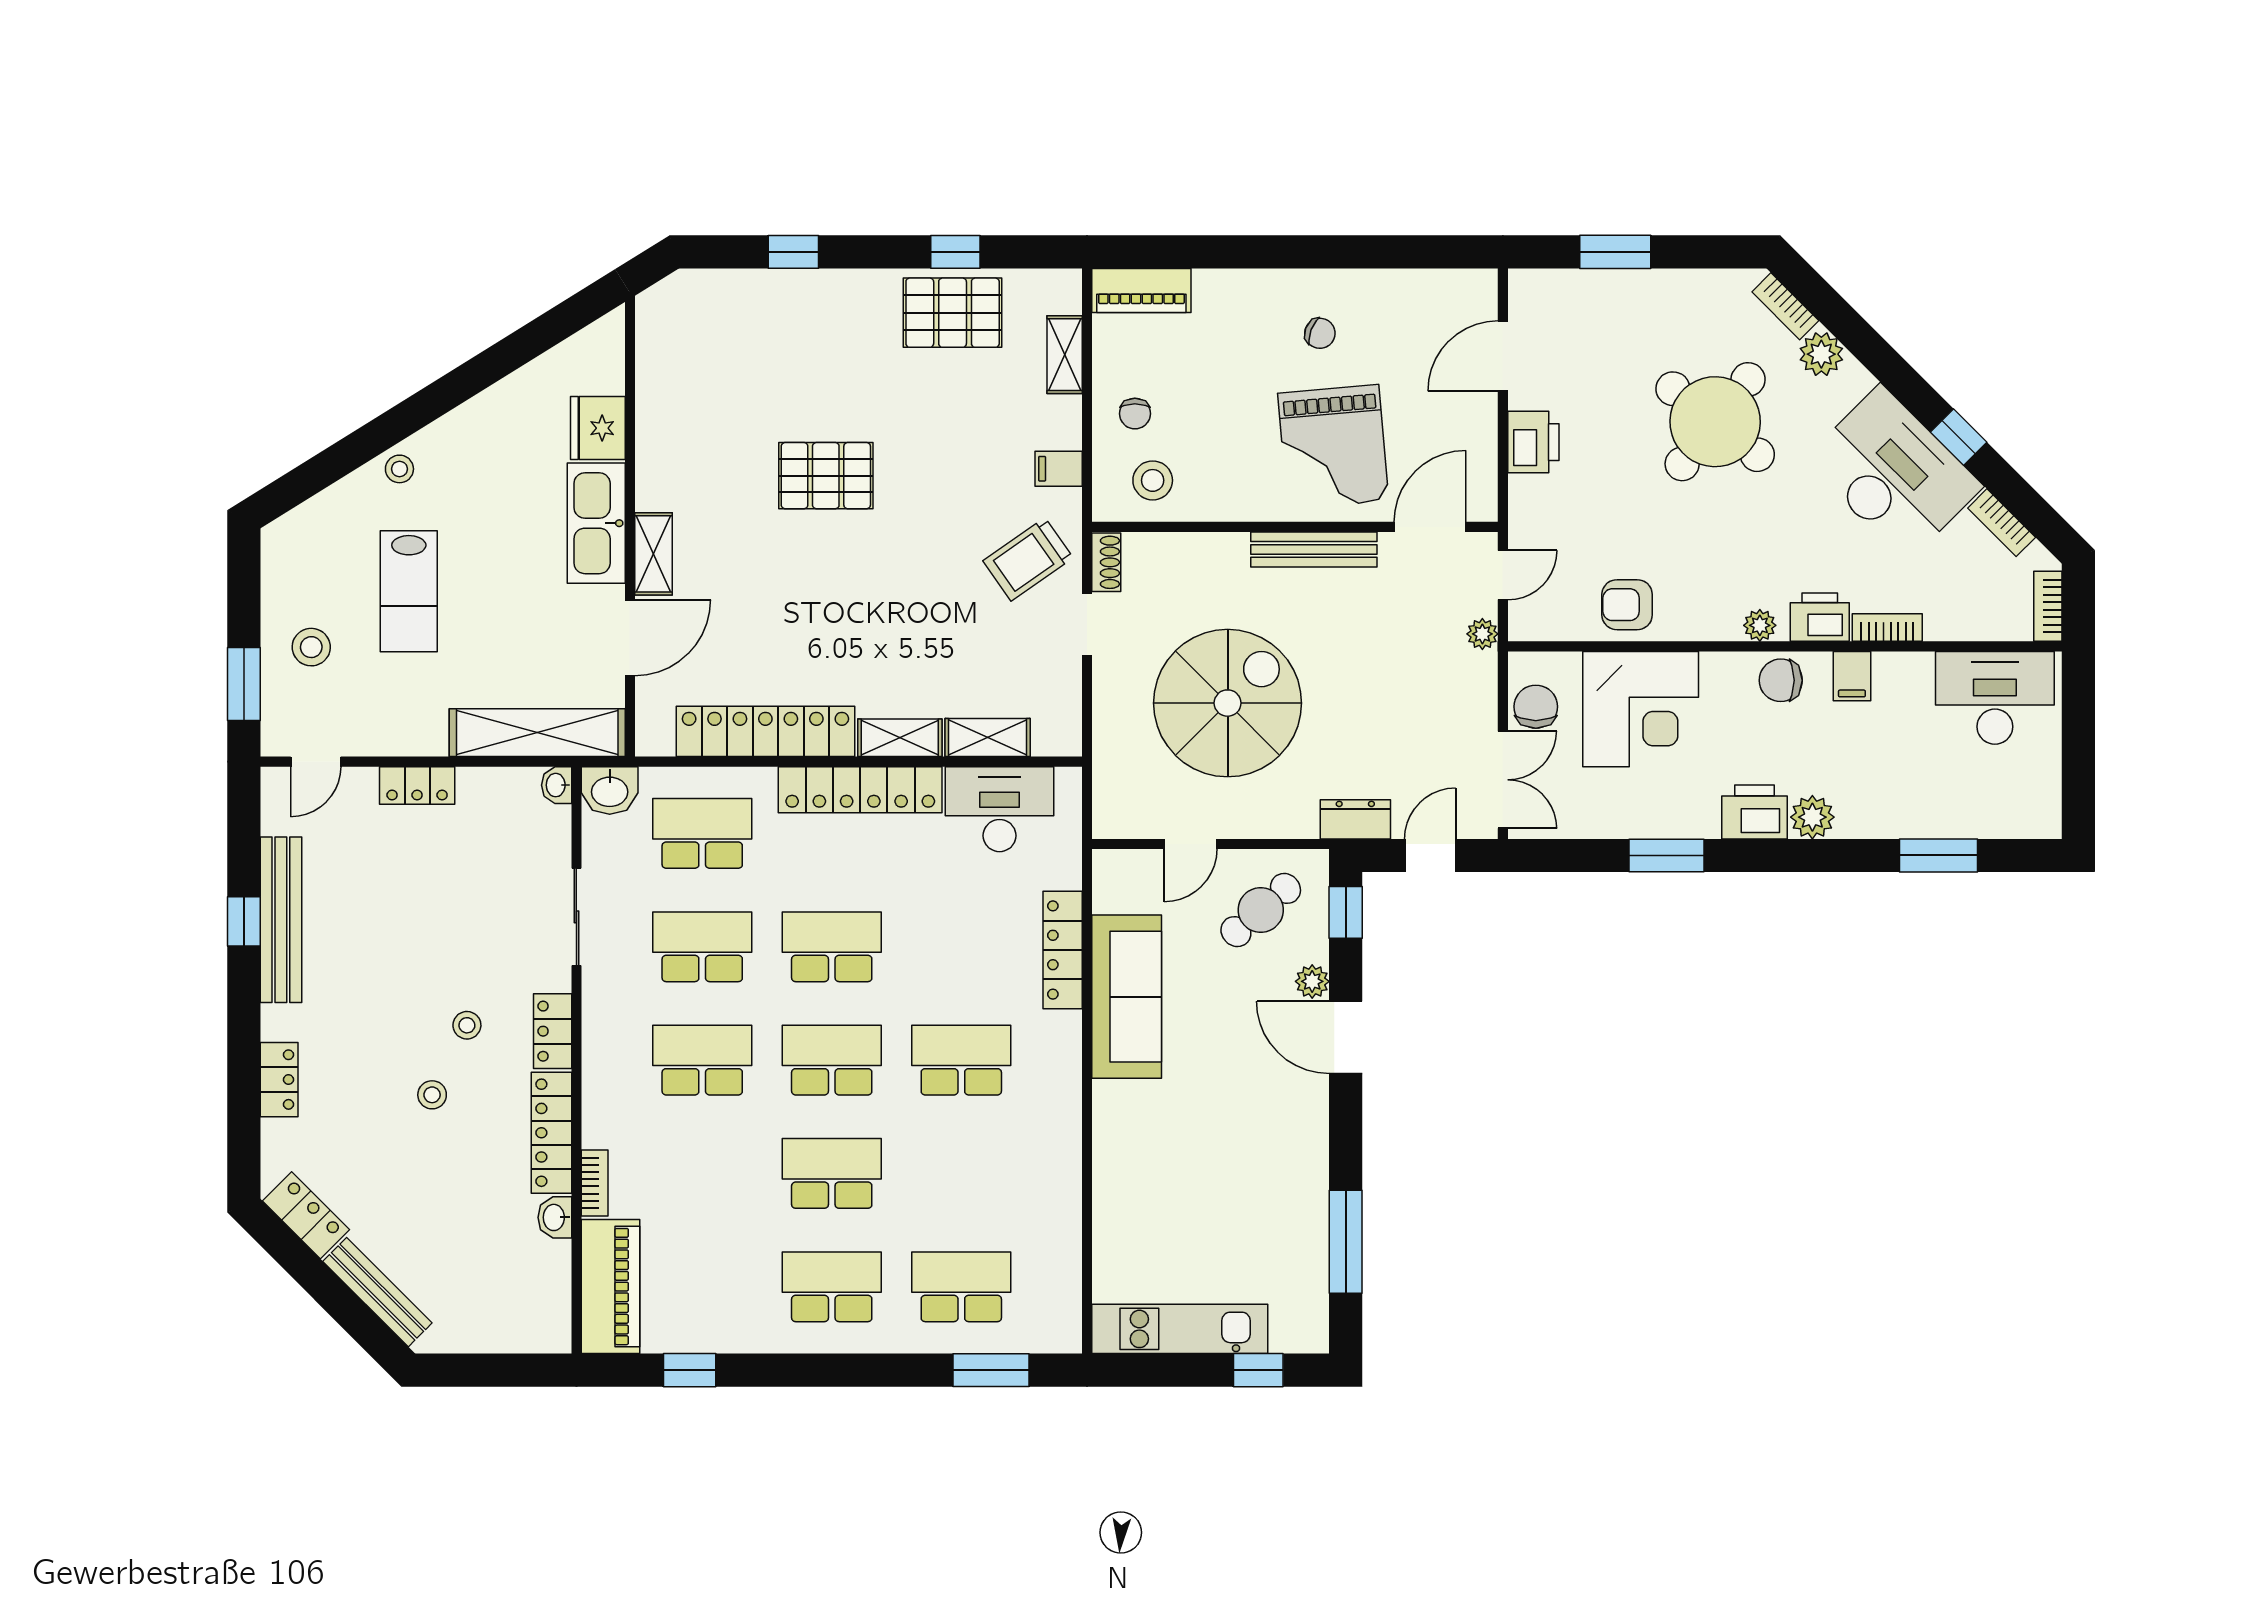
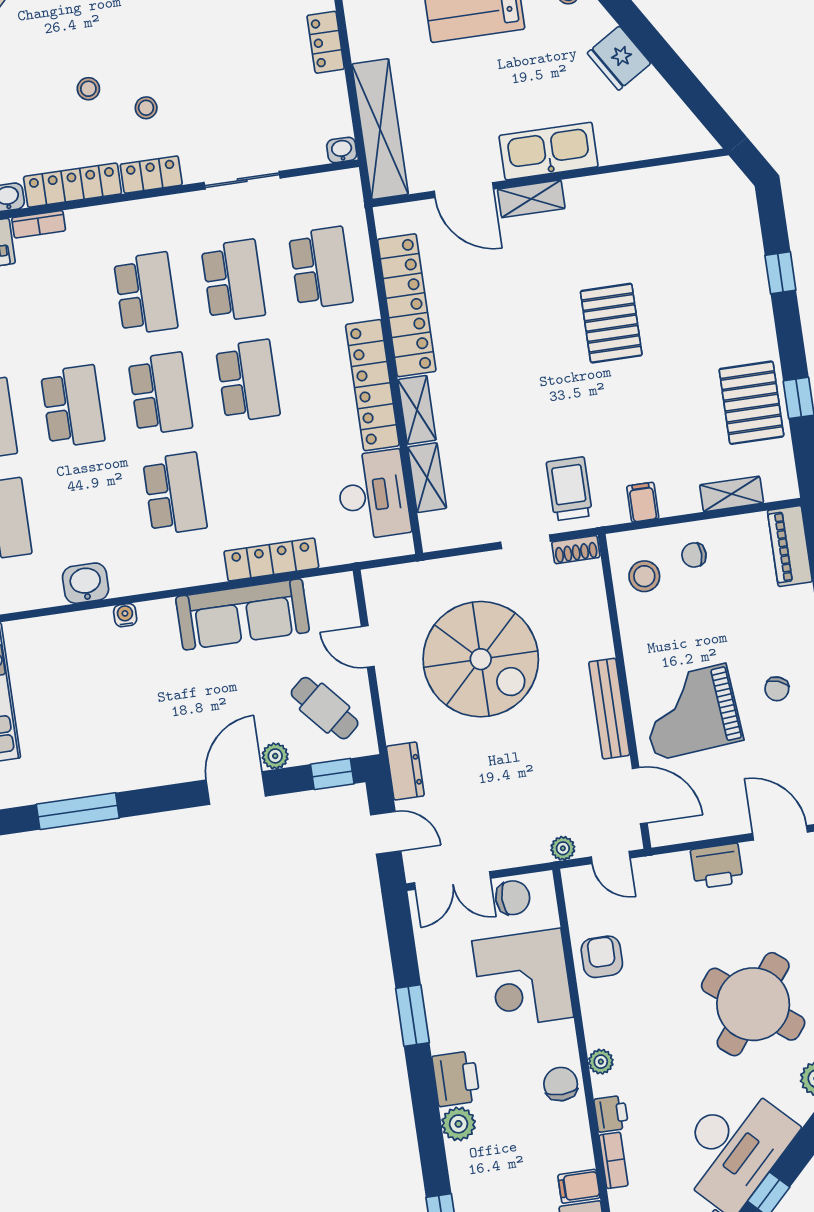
fridge: (598, 428) -> (619, 58), moved, turned -122
trolley: (1028, 559) -> (569, 489), turned 35
printer: (1820, 617) -> (611, 1114), width x0.73, depth x0.81
filing cabinet: (1852, 676) -> (579, 1186), moved
washbasin: (610, 790) -> (86, 583), moved, turned 90
water cooler: (1106, 1145) -> (125, 615), added

